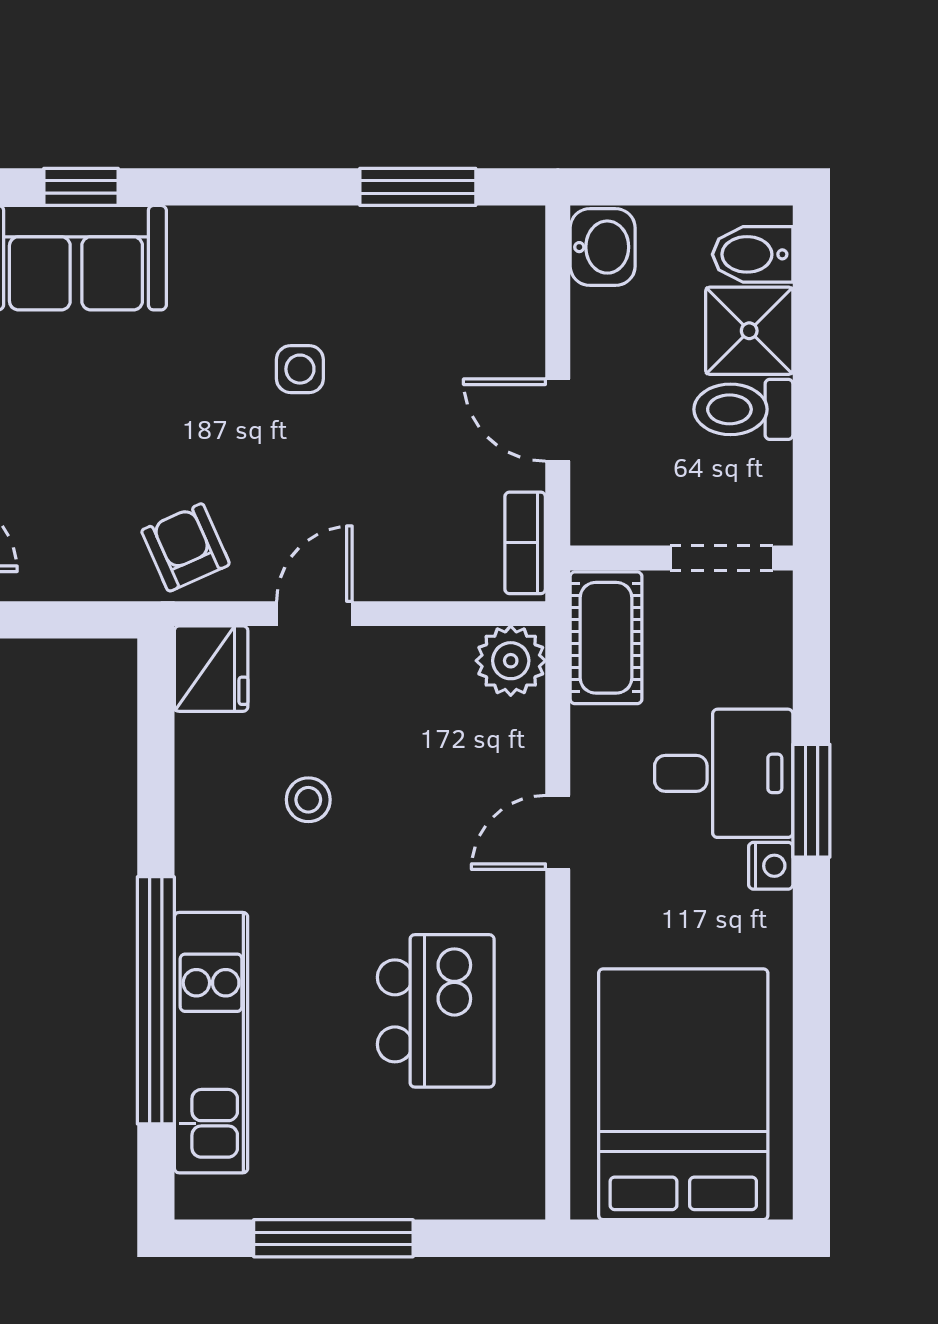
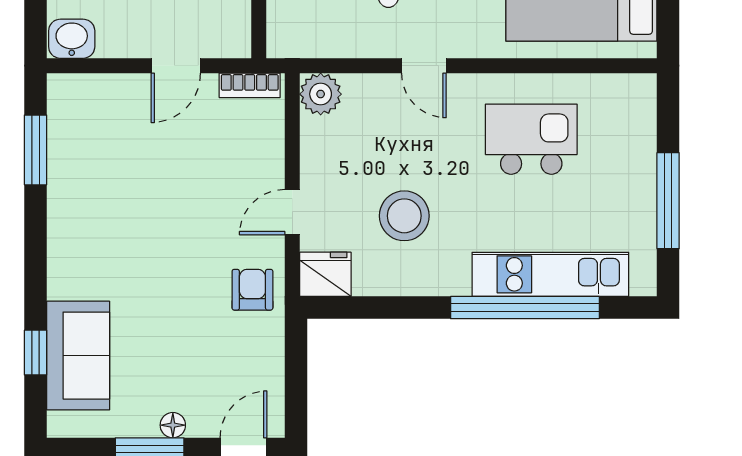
side table: (300, 369) -> (145, 221), removed
armchair: (185, 547) -> (252, 290), turned 114
door: (314, 614) -> (292, 212), hinge flipped
cot: (606, 638) -> (307, 37), removed
stool: (308, 800) -> (404, 216), width x1.89, depth x1.89

